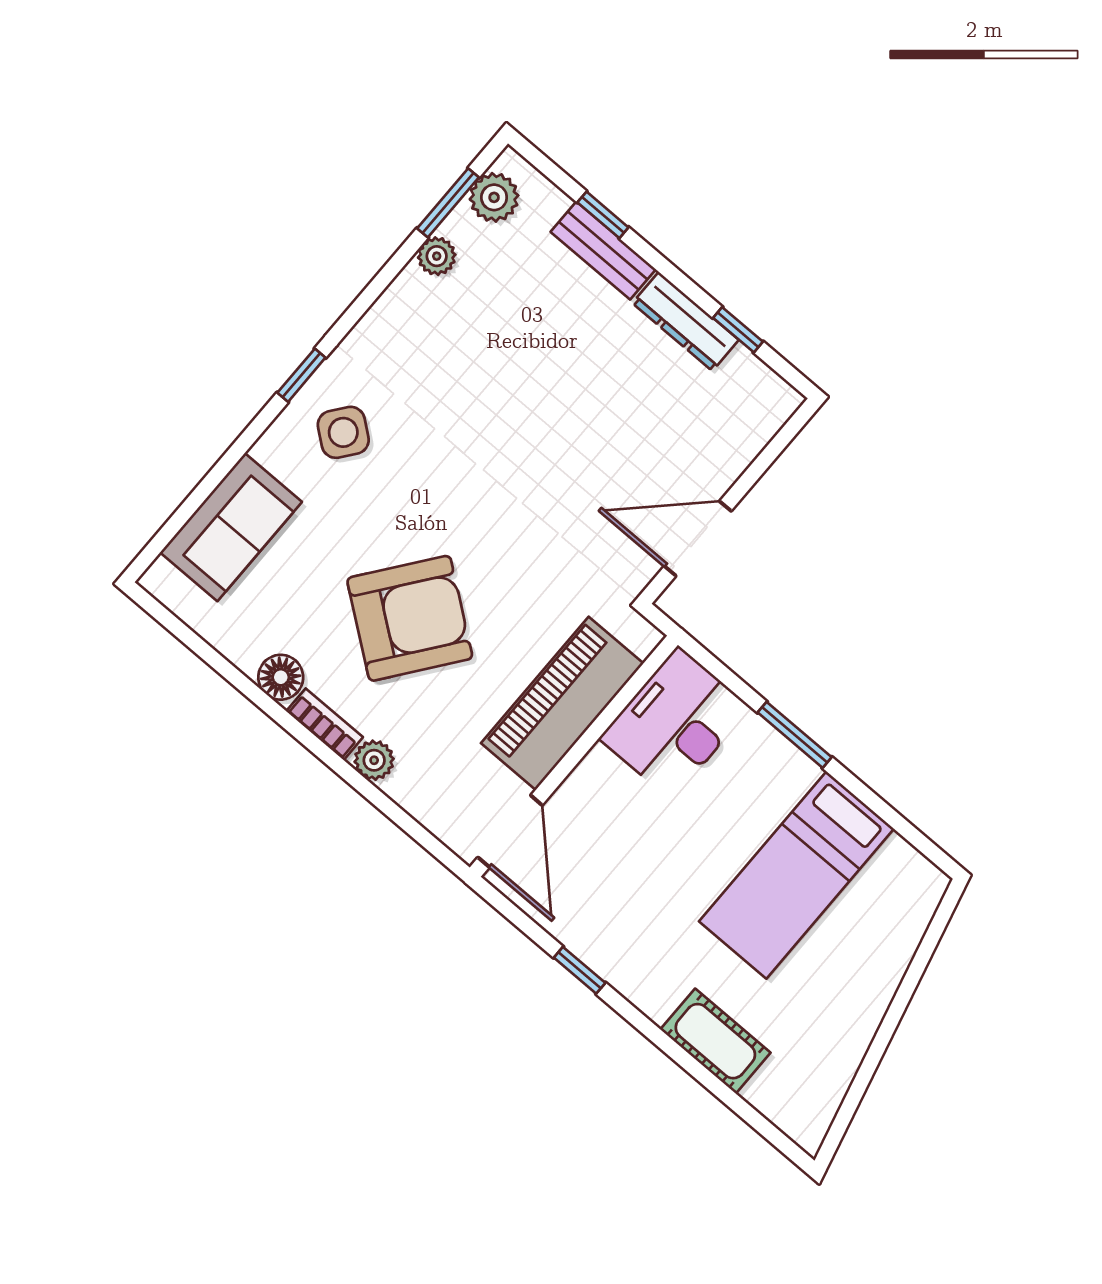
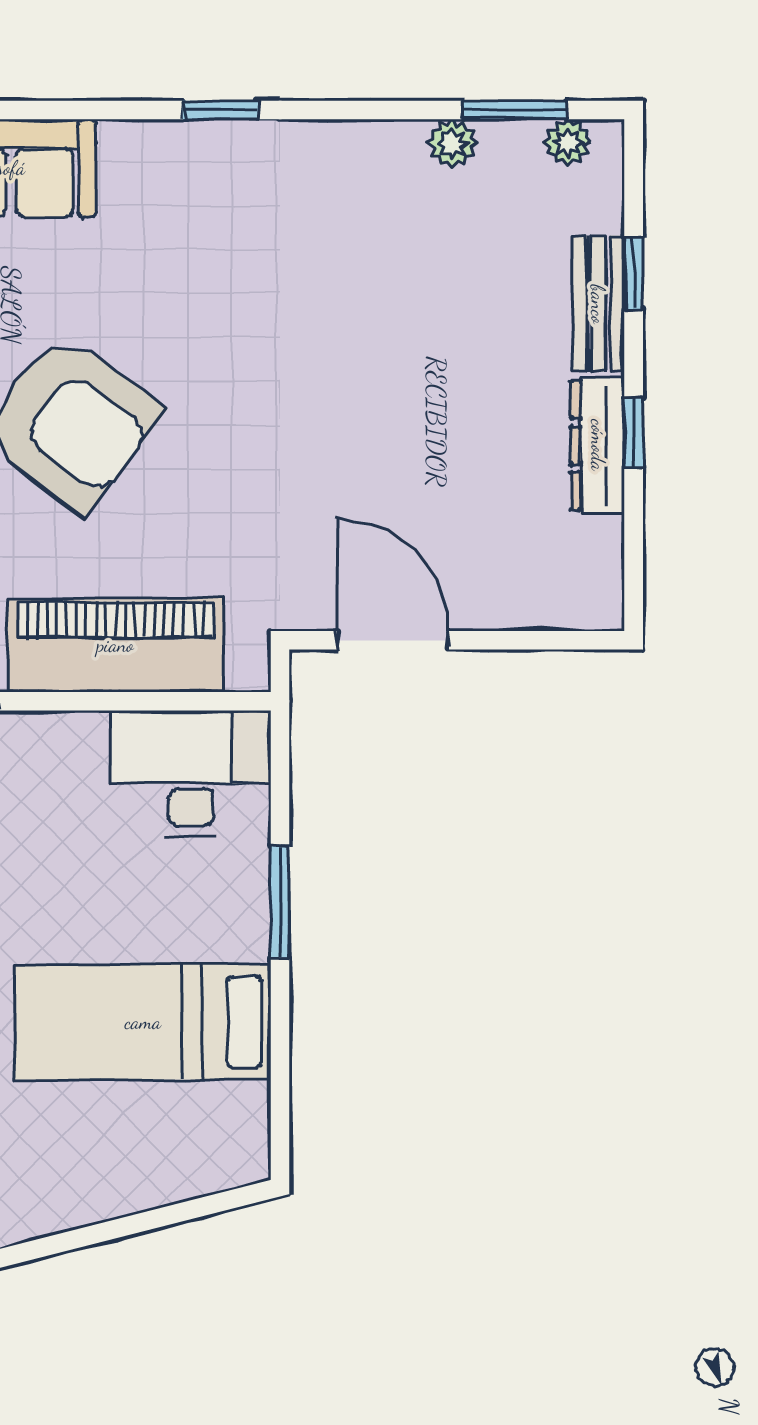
plant: (494, 197) -> (568, 142), width x0.73, depth x0.73
window: (738, 330) -> (634, 432), moved
side table: (343, 432) -> (199, 200), removed

